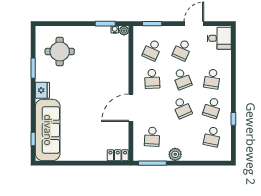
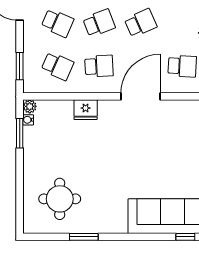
fridge: (42, 90) -> (86, 110), moved, turned 180
door: (131, 108) -> (141, 96), swing flipped

